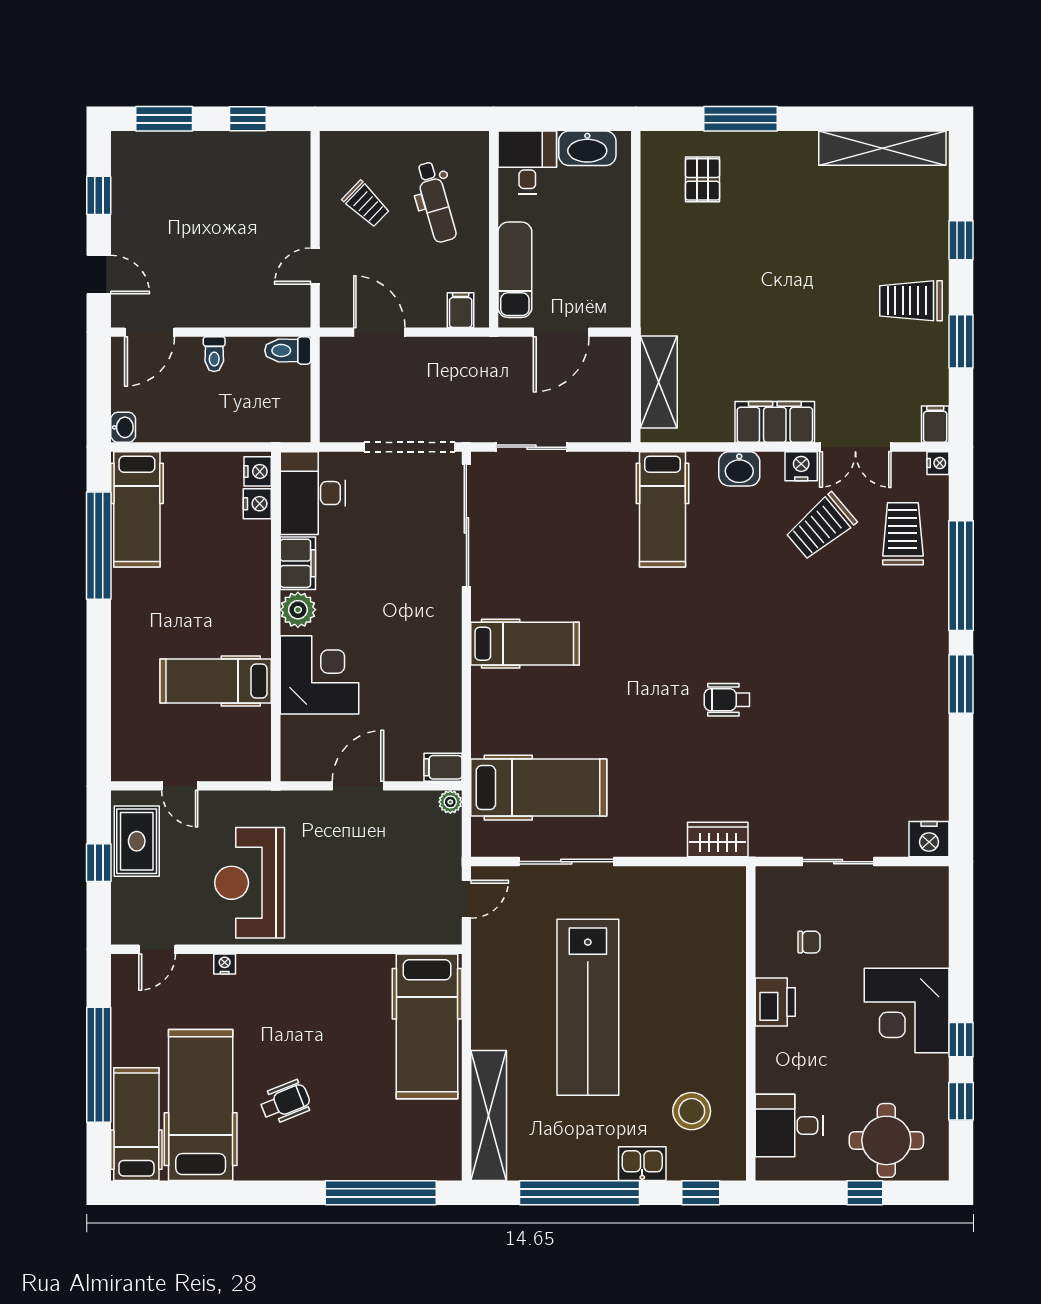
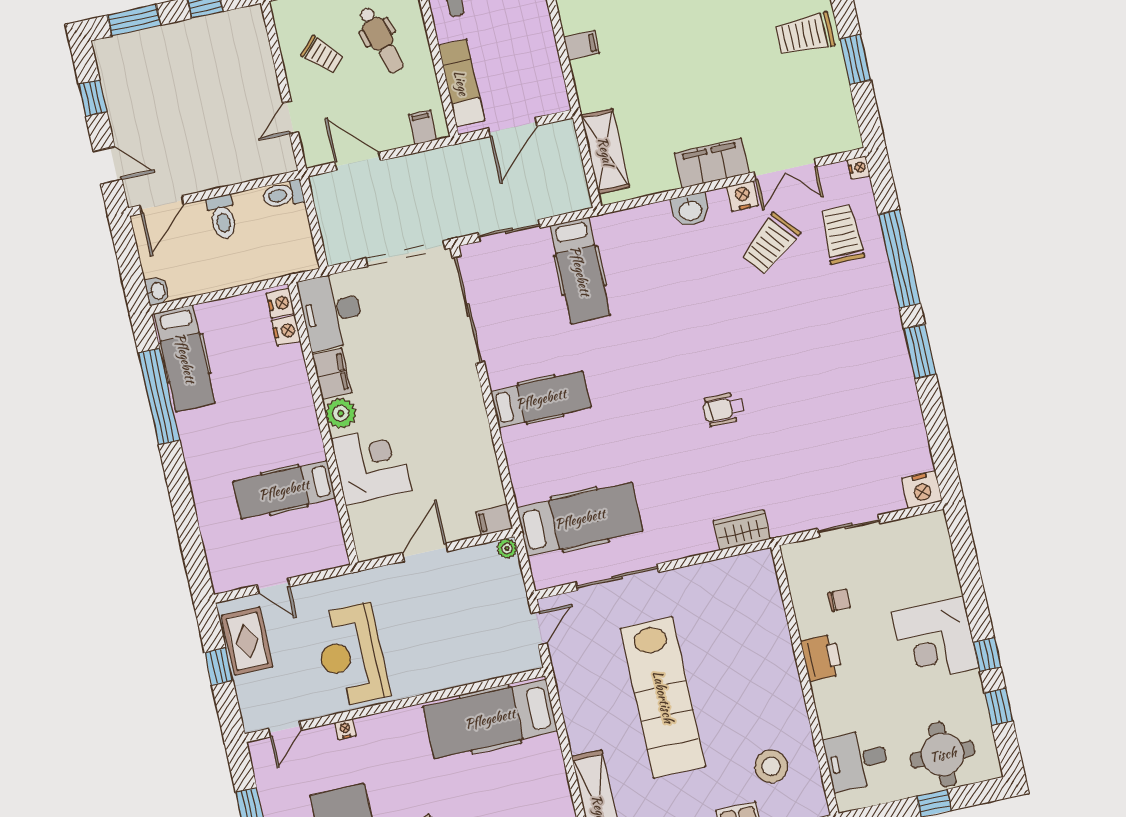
toilet: (214, 354) -> (222, 217), width x1.37, depth x1.39
filing cabinet: (935, 424) -> (582, 45), moved, turned 90
hospital bed: (662, 509) -> (580, 271), moved
hospital bed: (427, 1026) -> (490, 719), moved, turned 90

